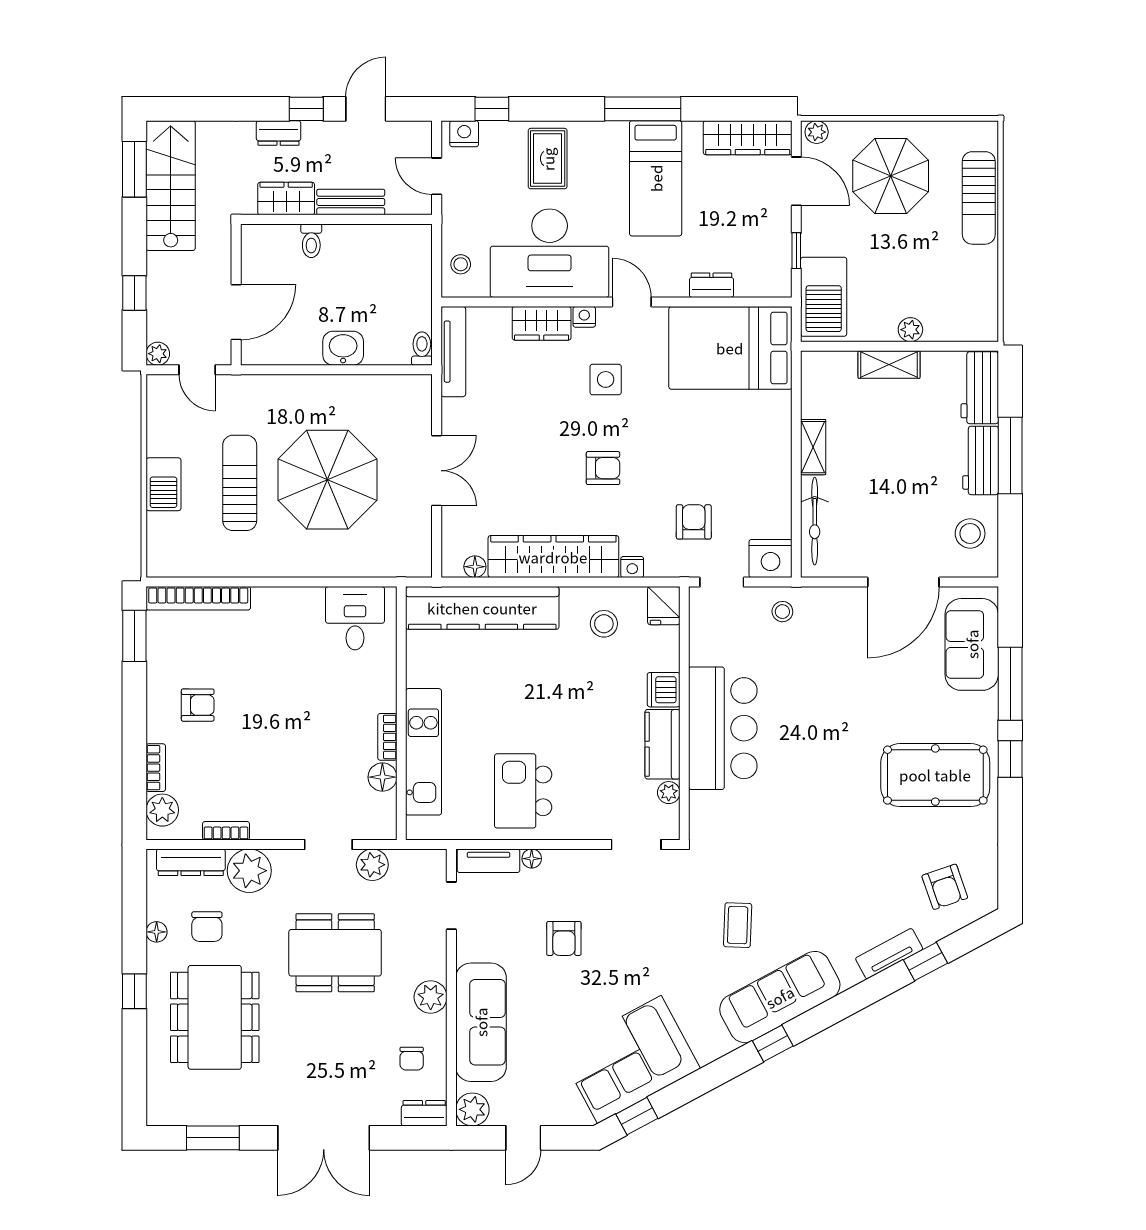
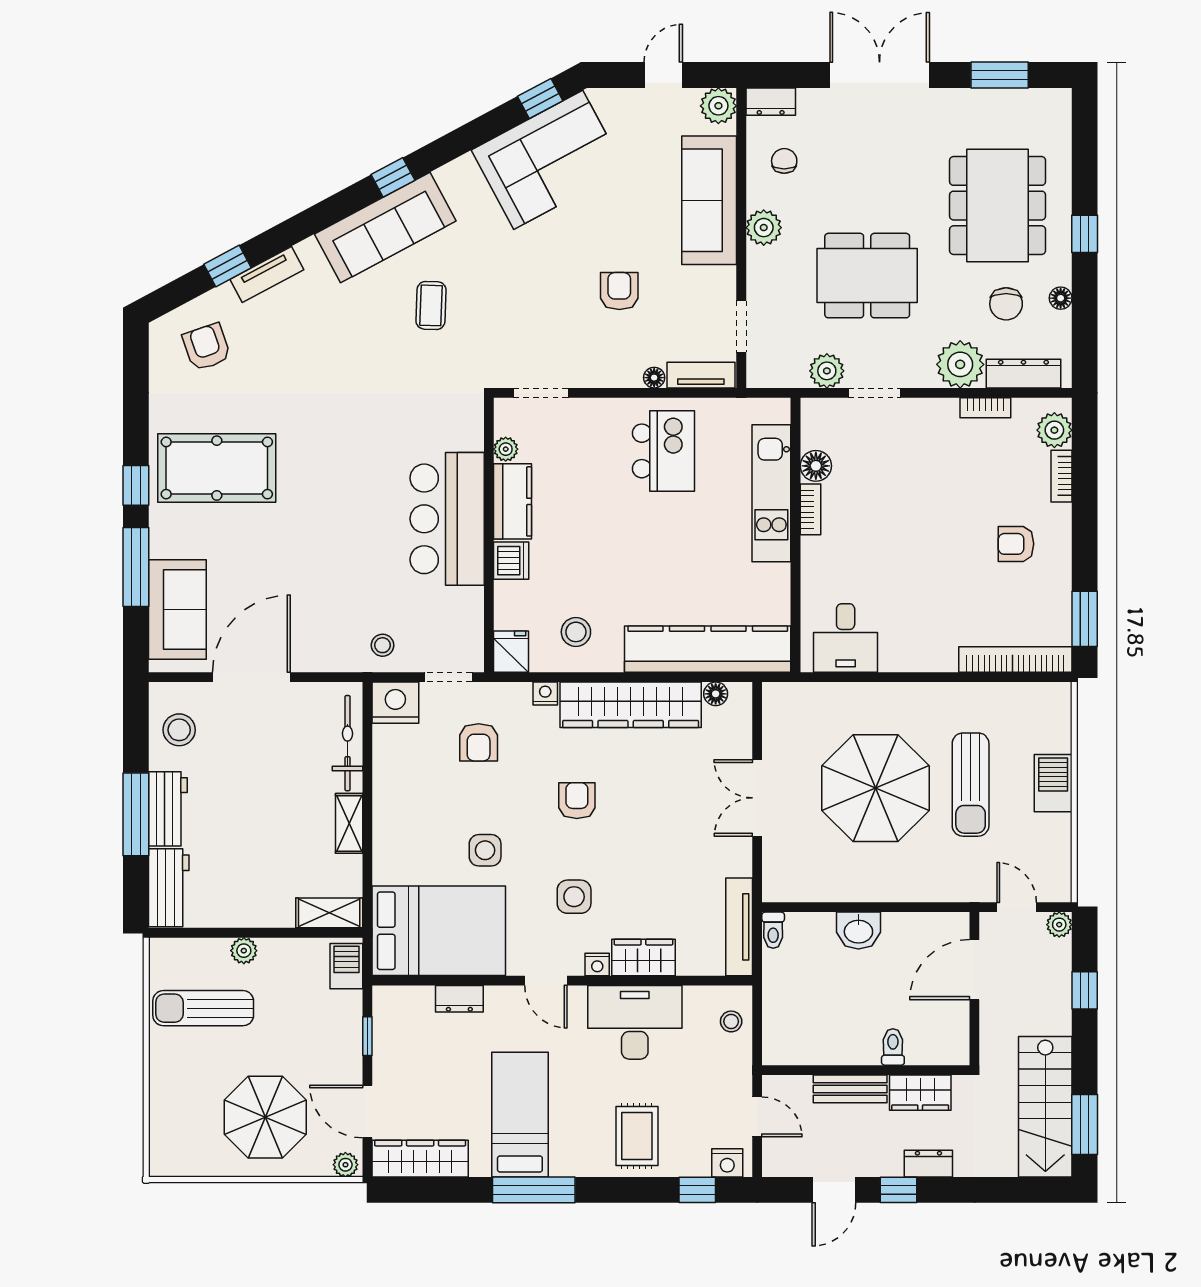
sun lounger: (979, 198) -> (203, 1008), moved, turned -90
desk: (550, 253) -> (635, 1022), width x0.73, depth x0.77
barbecue: (824, 297) -> (346, 966), width x0.53, depth x0.65
shelving: (889, 364) -> (329, 913), moved
side table: (688, 422) -> (485, 850), added
armchair: (603, 468) -> (577, 801), turned 90
chair: (207, 927) -> (1006, 304), turned 180

